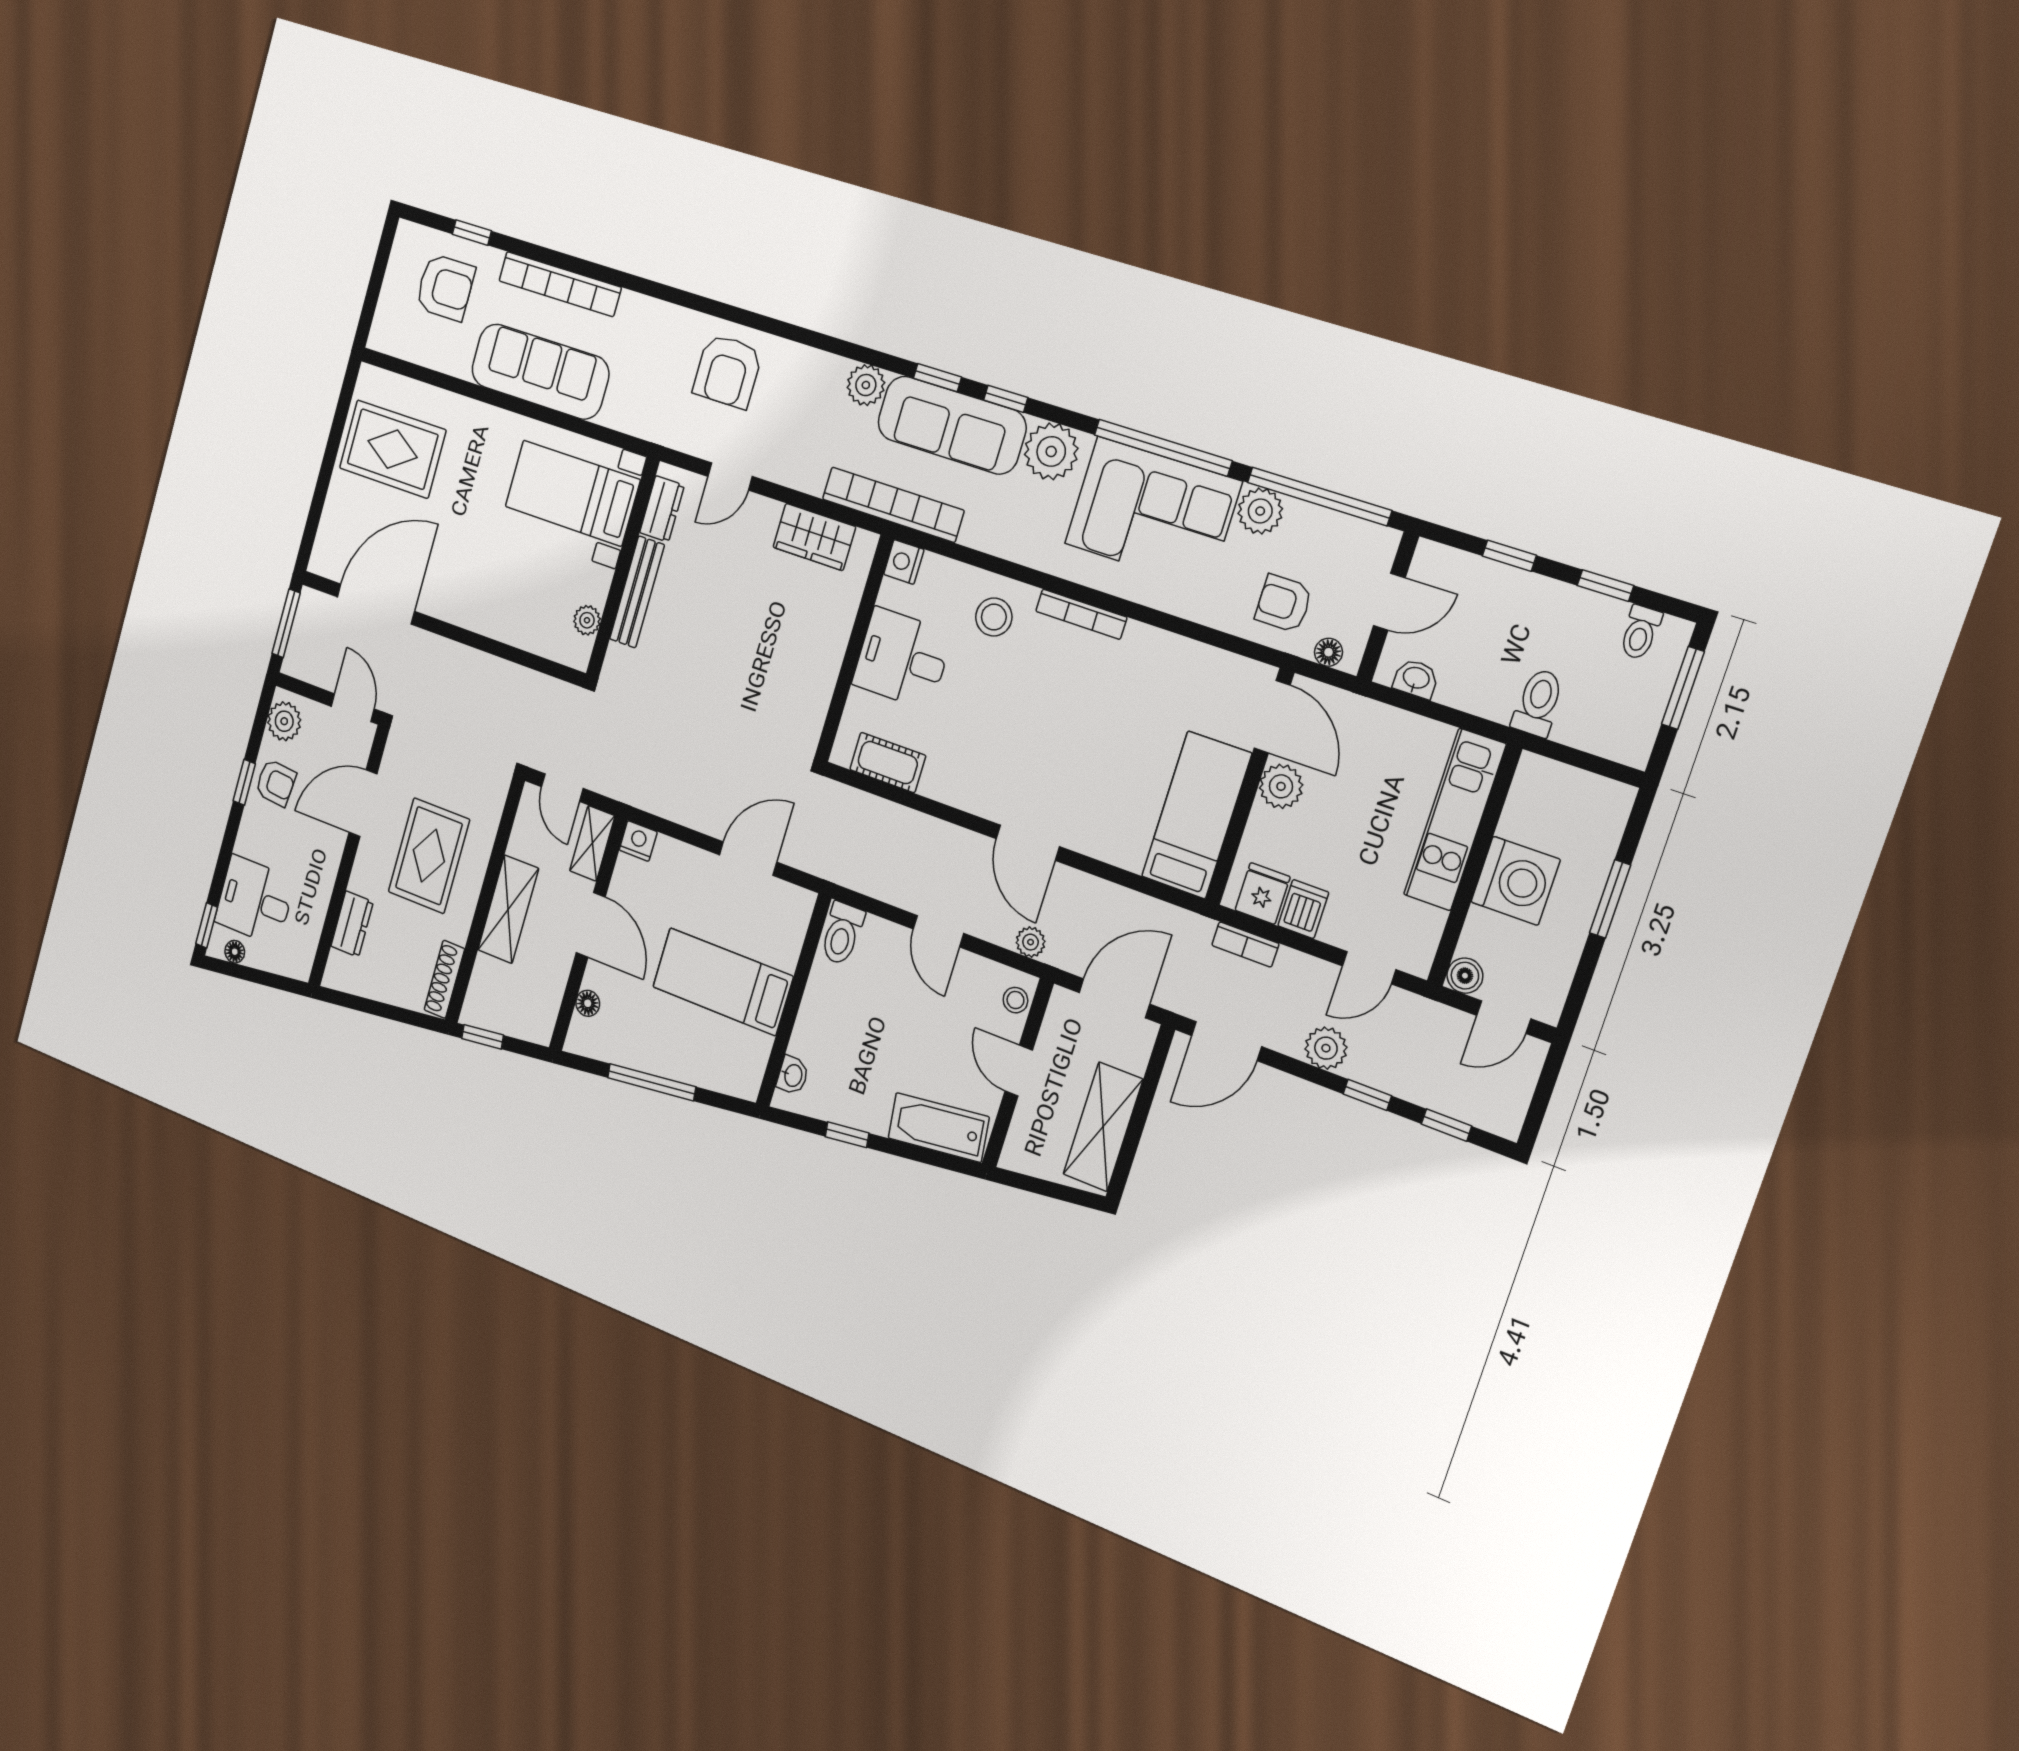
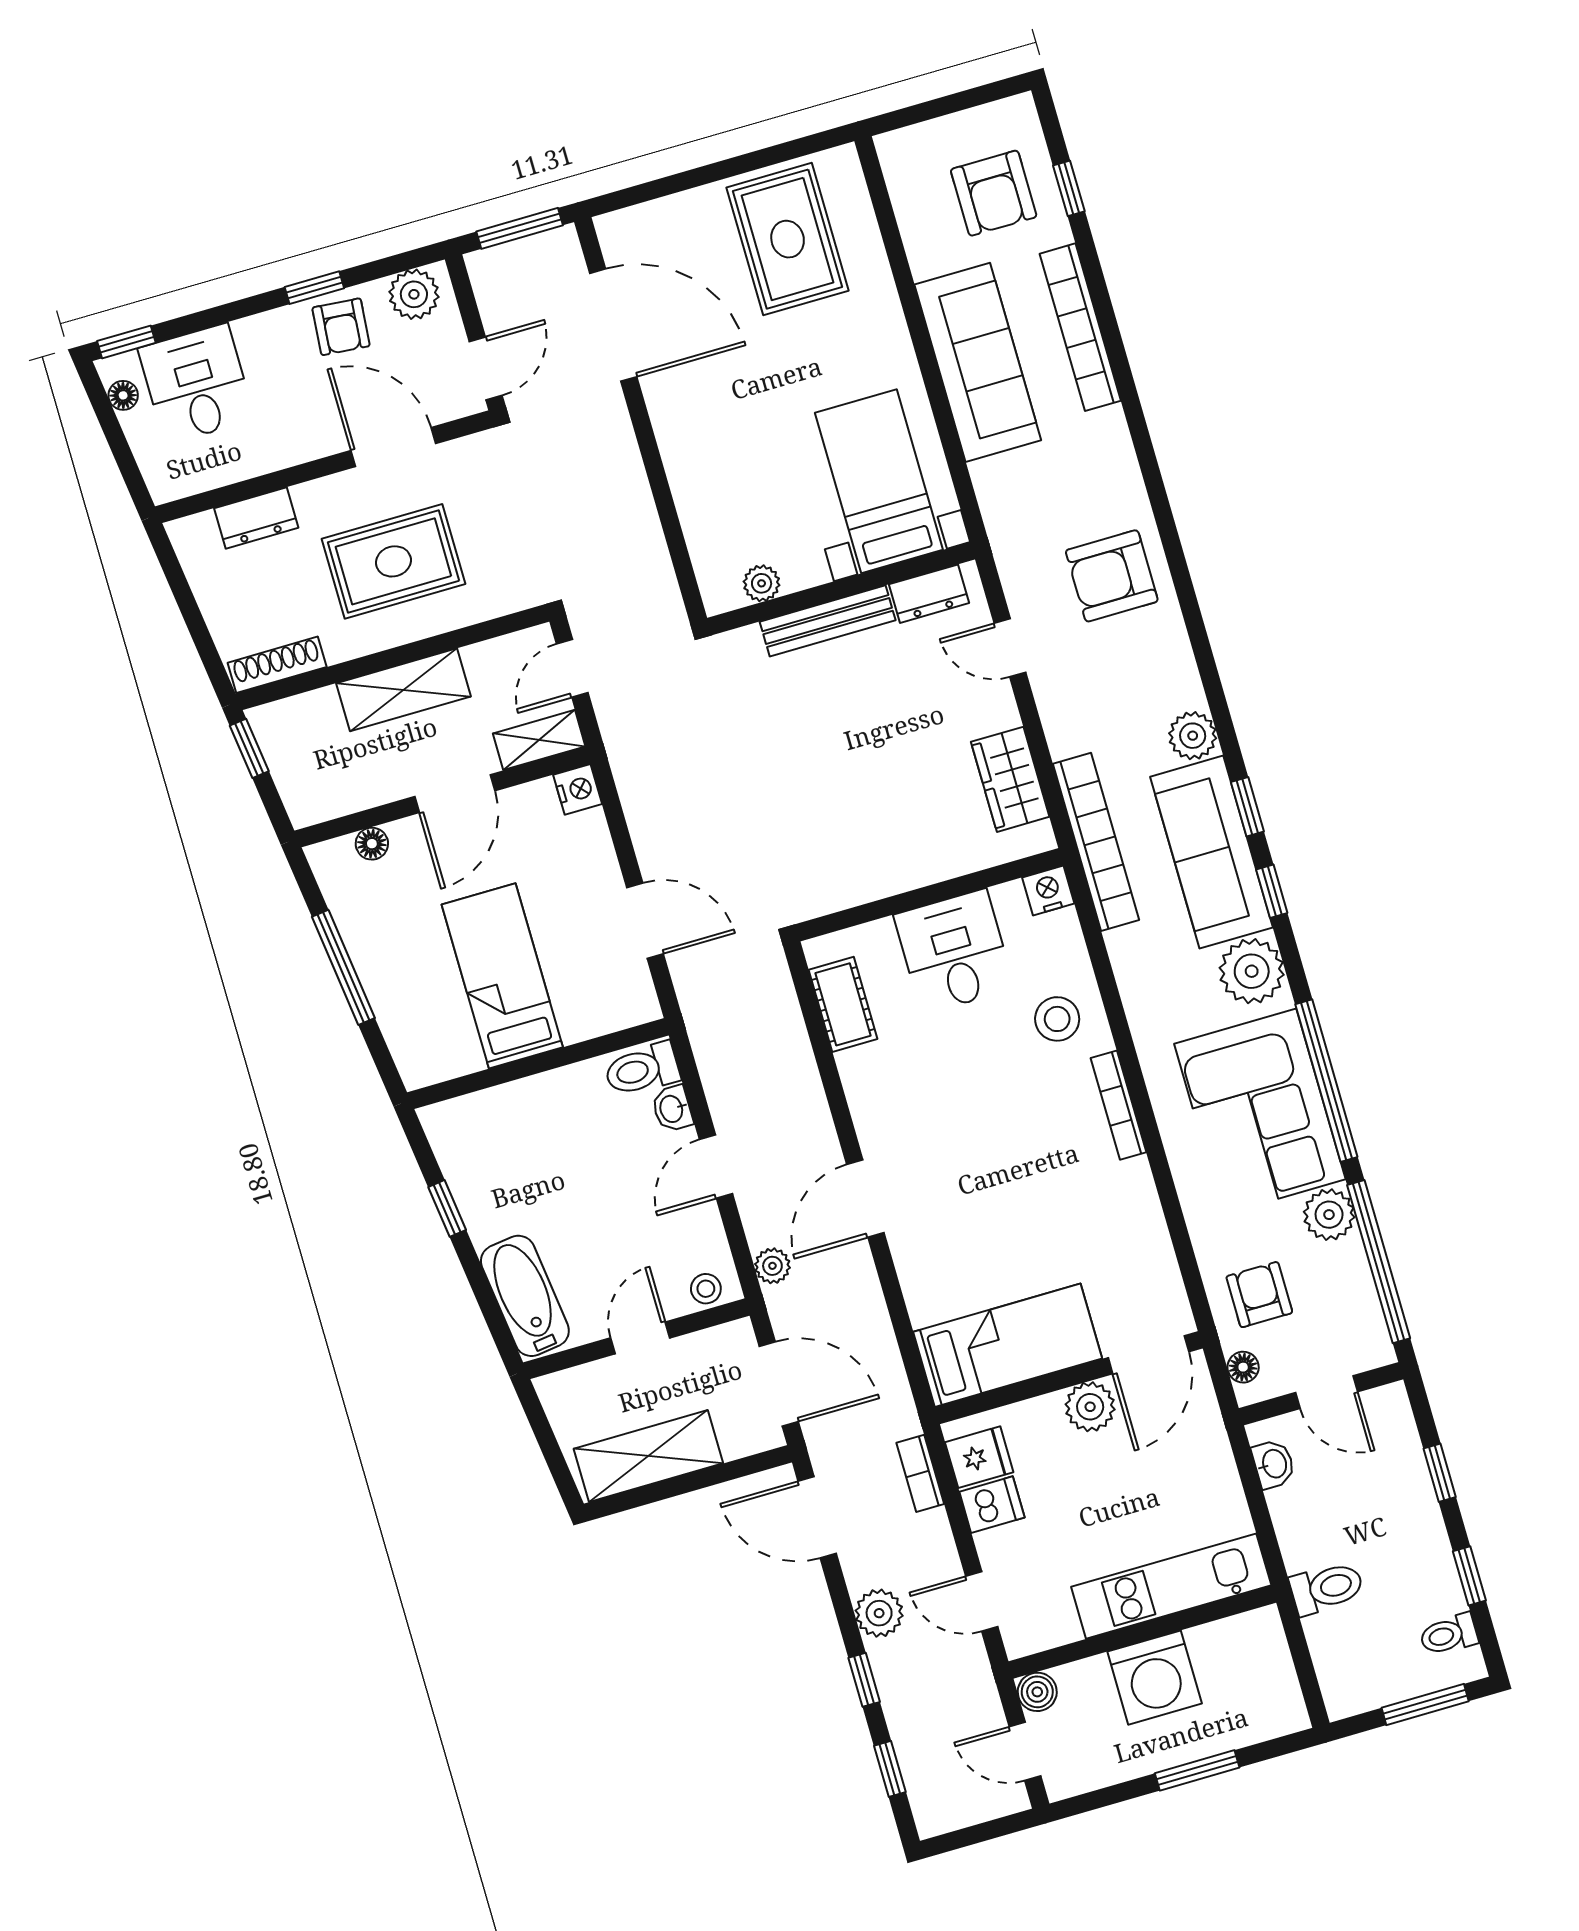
washbasin: (793, 1075) -> (672, 1109), moved, turned 90

